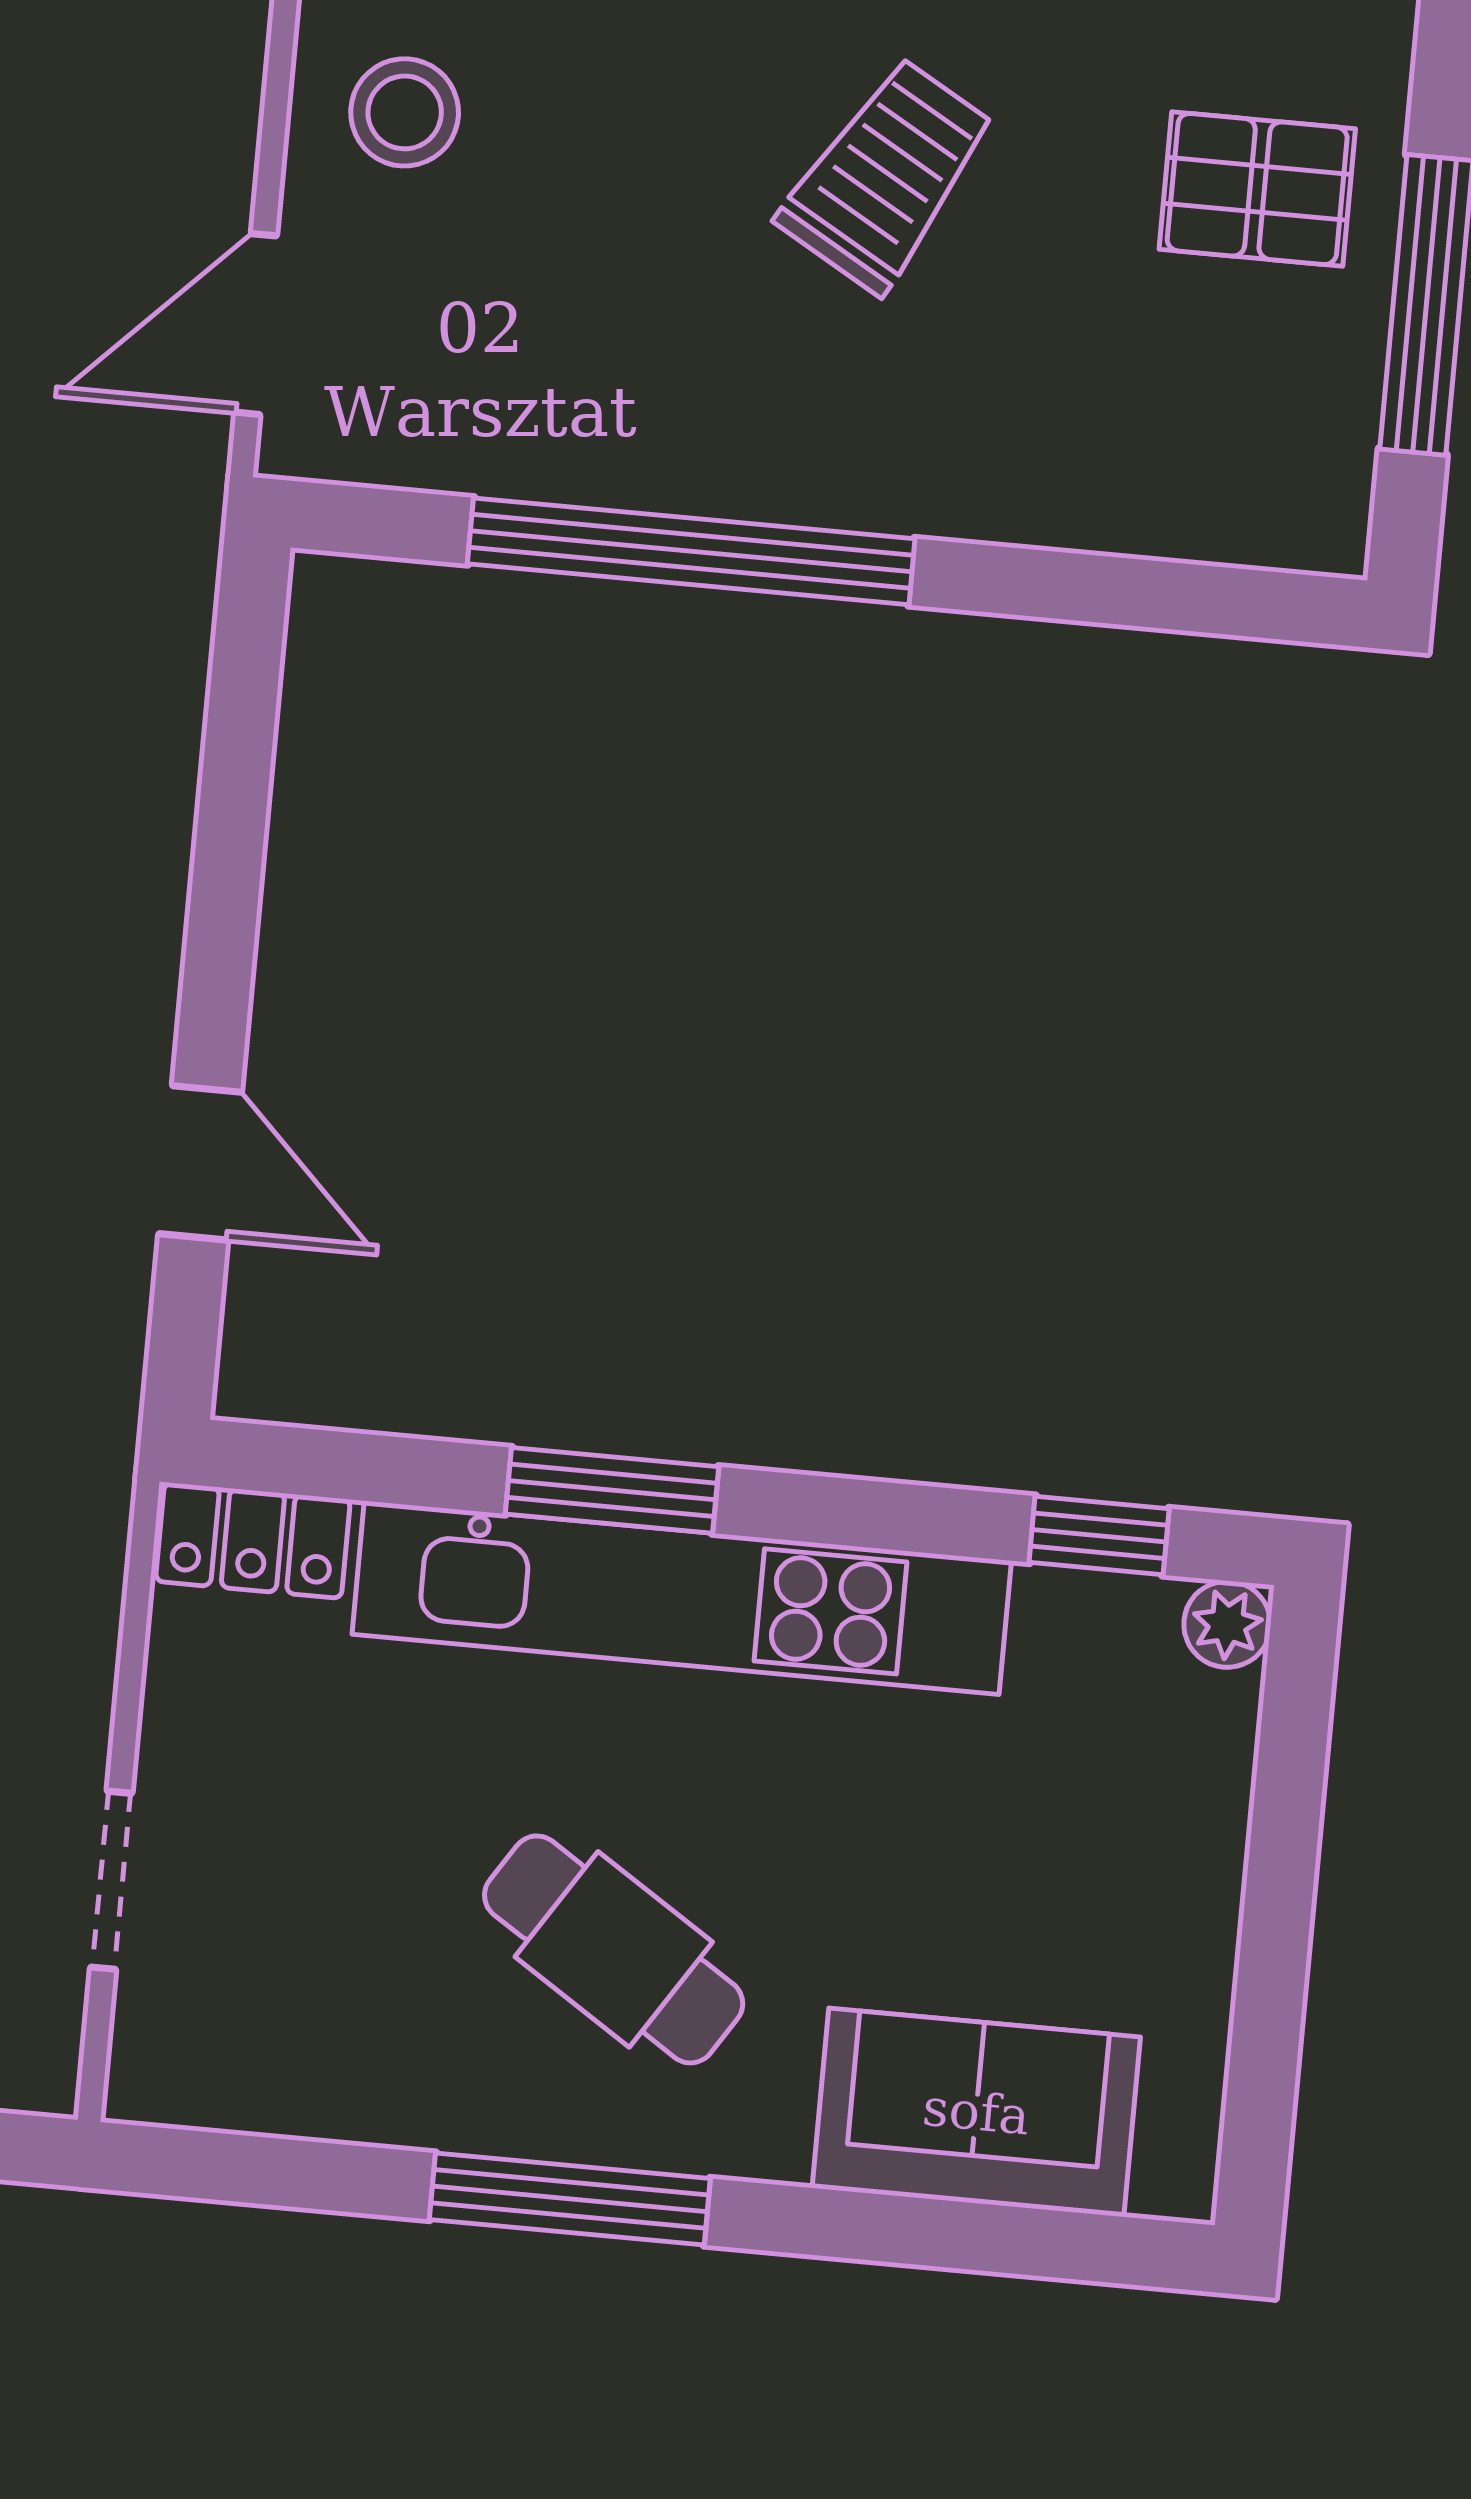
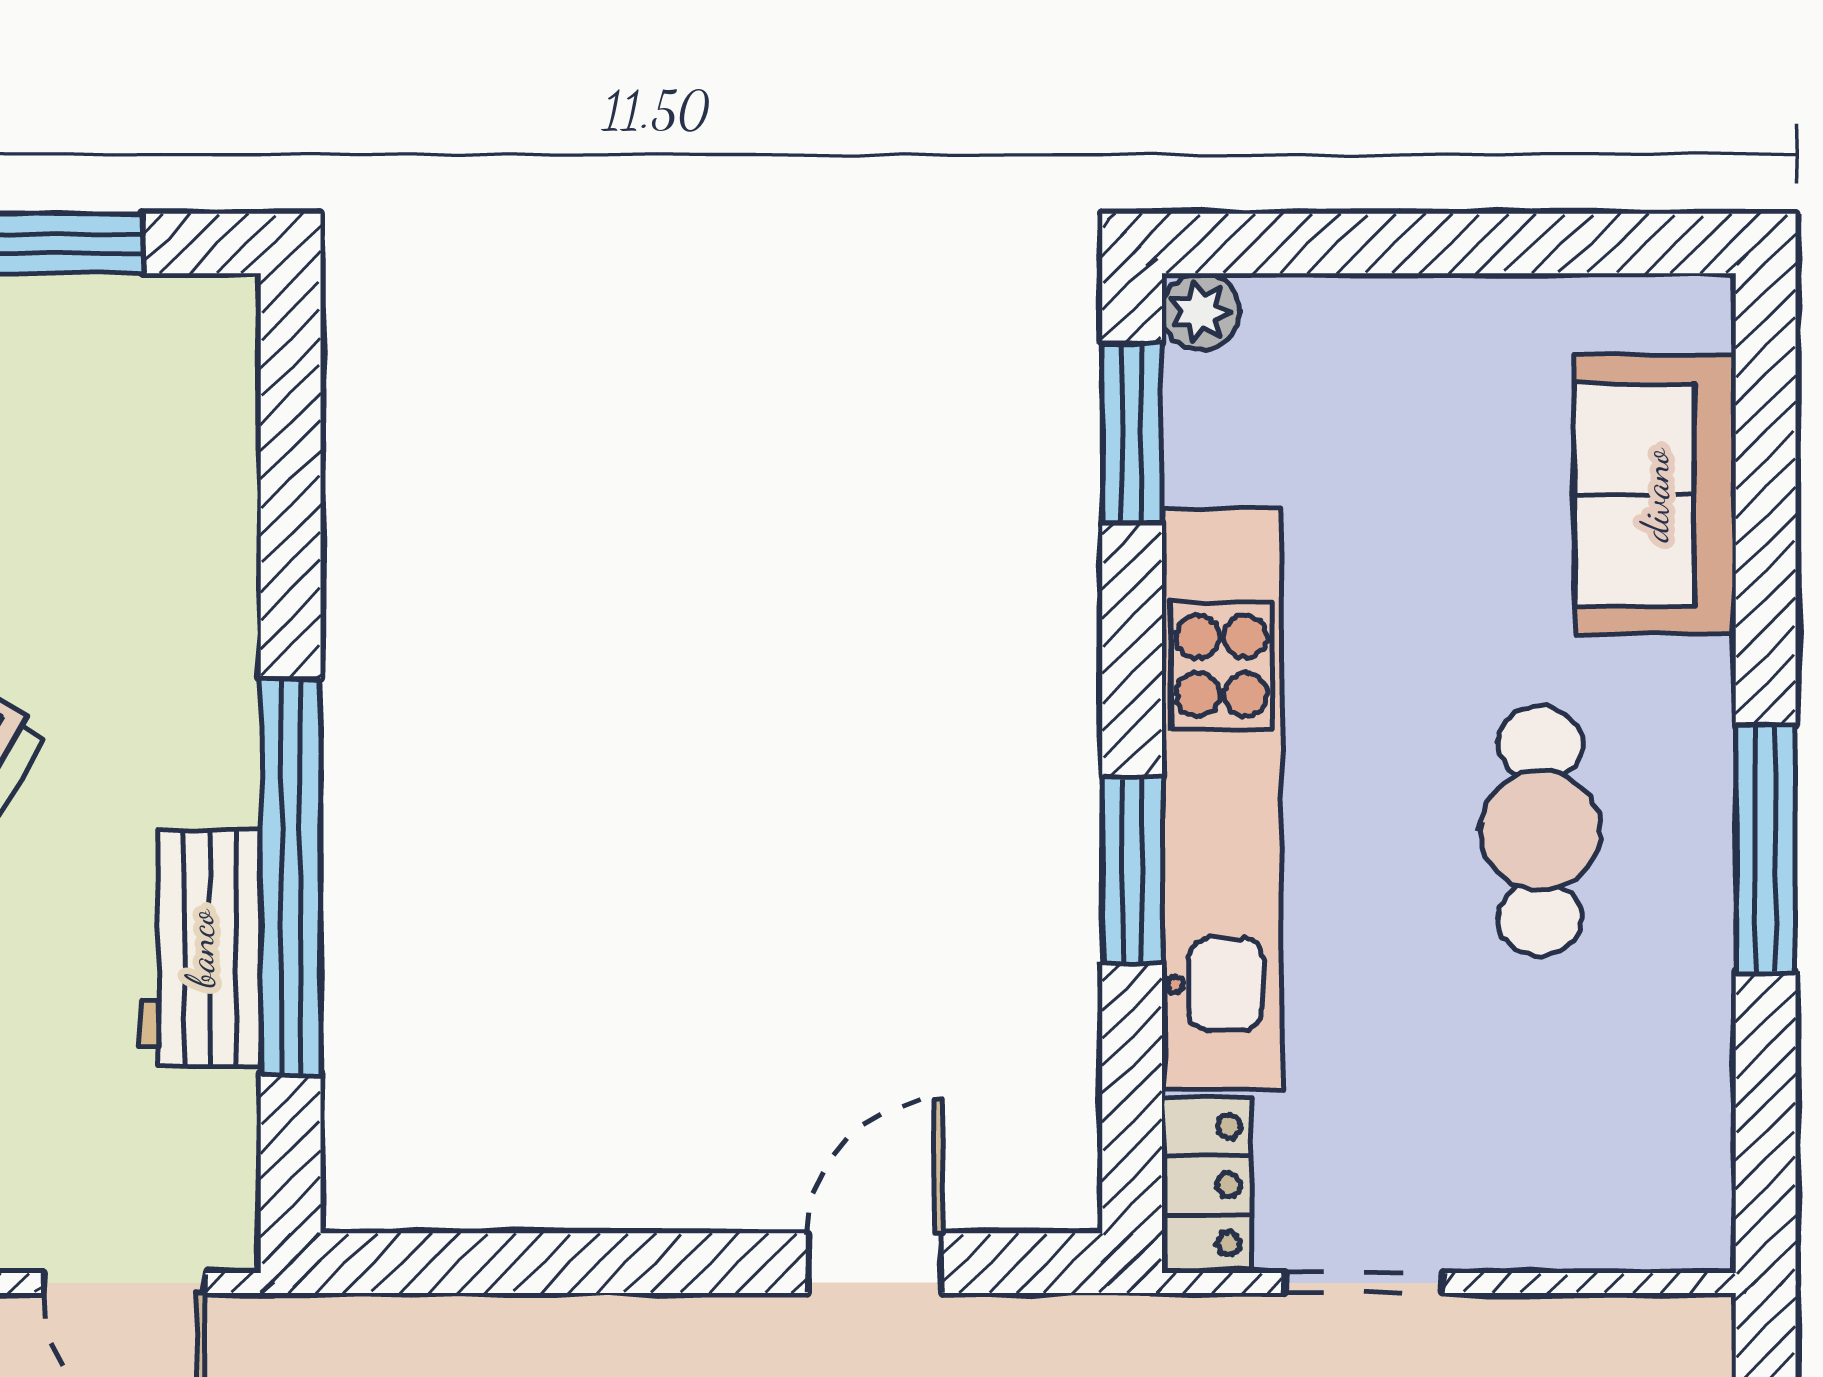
workbench: (622, 443) -> (200, 948), added
window: (1099, 1536) -> (1132, 433), width x1.50
doorway: (111, 1880) -> (1363, 1283), moved
cafe table: (614, 1949) -> (1540, 831), turned -33

